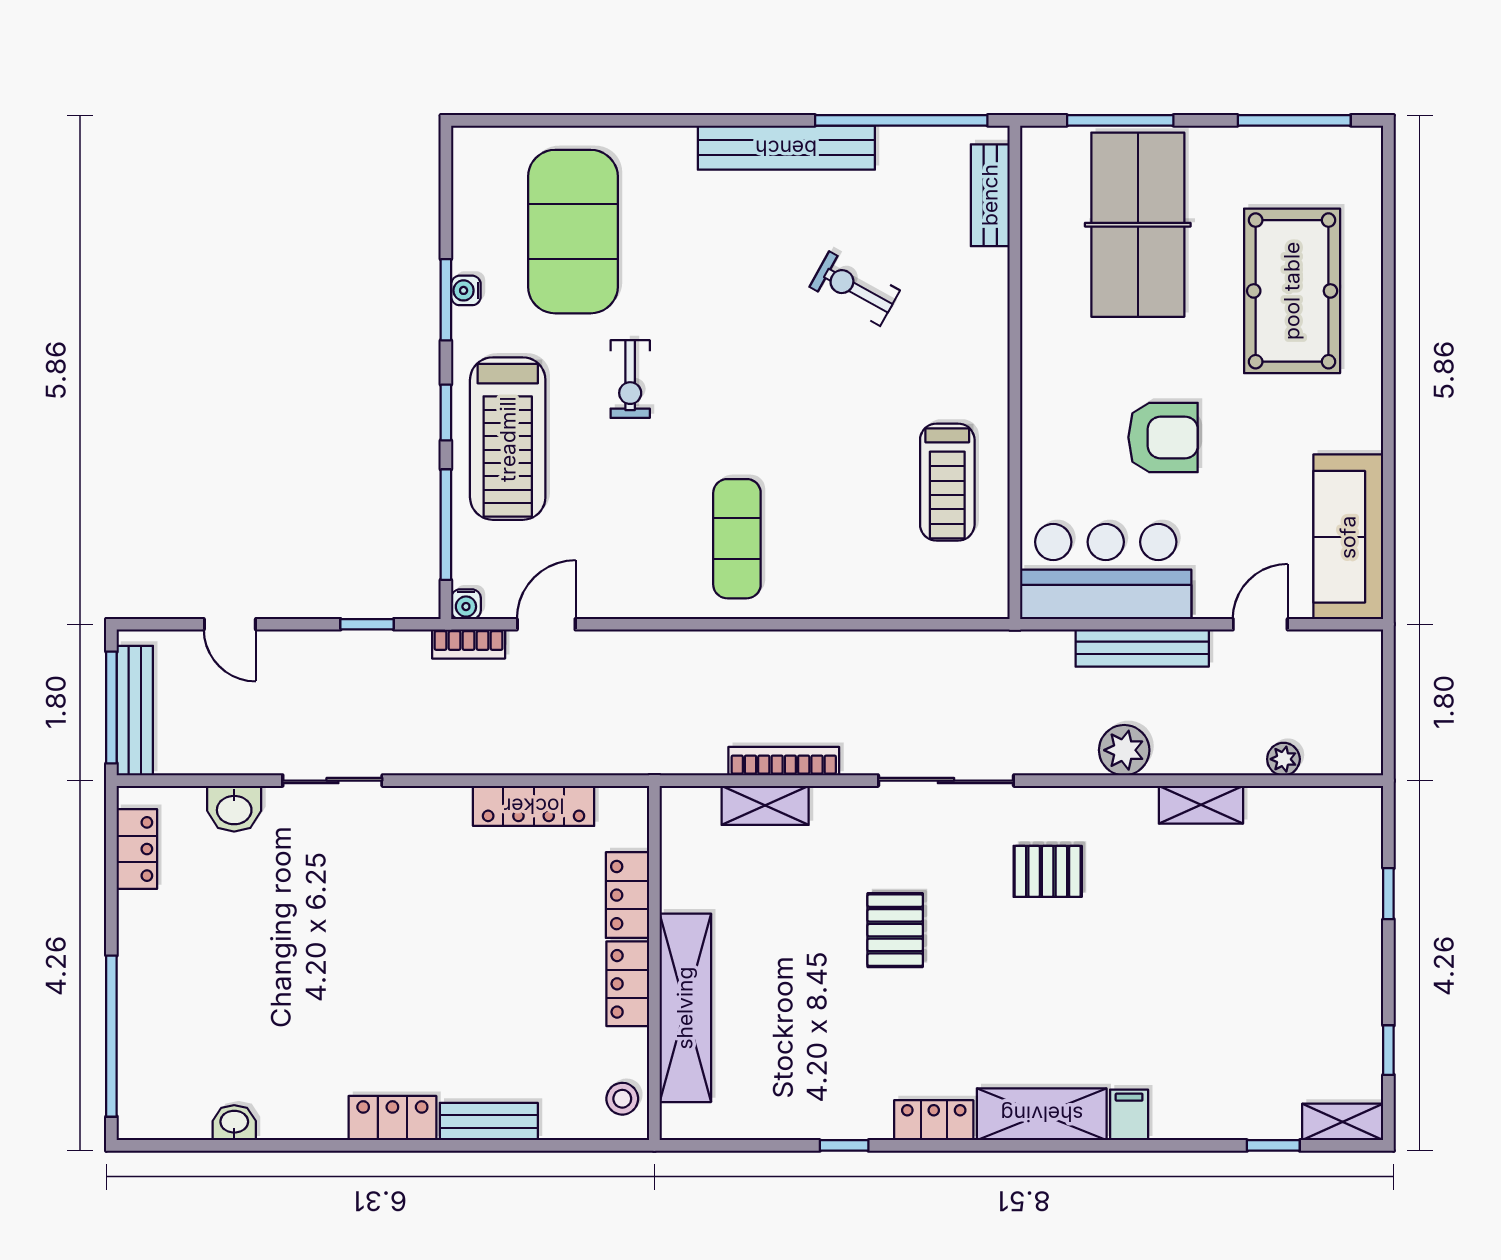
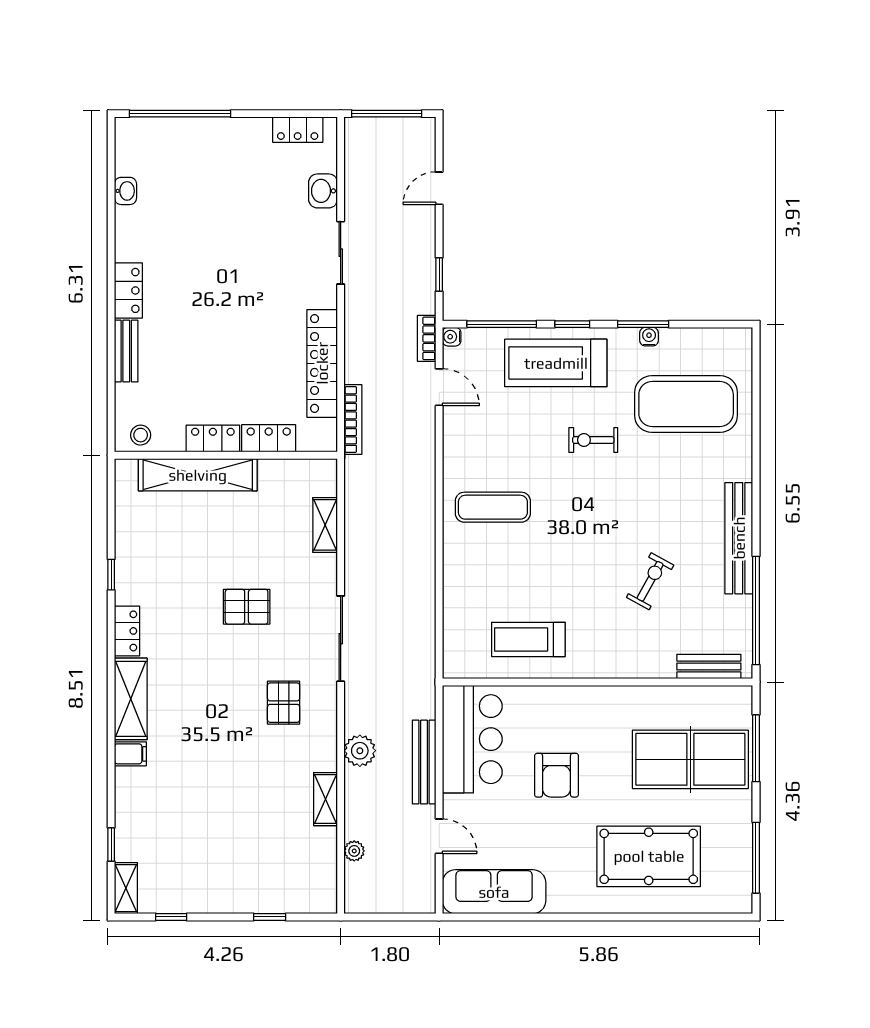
bench: (135, 711) -> (385, 128), removed
bookcase: (784, 761) -> (353, 420), moved
locker: (534, 806) -> (322, 363), width x1.41, depth x1.21

